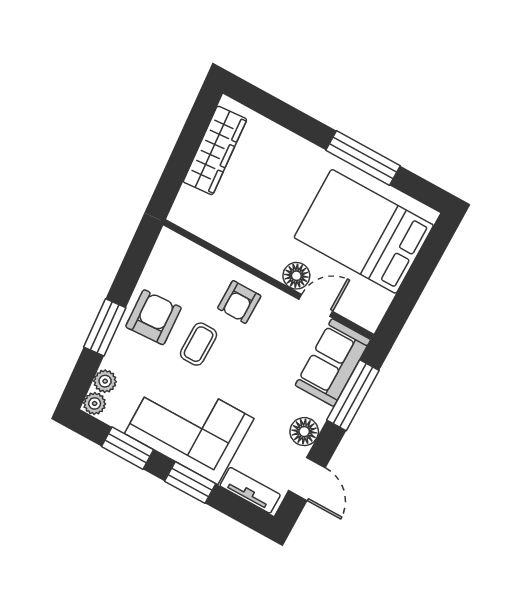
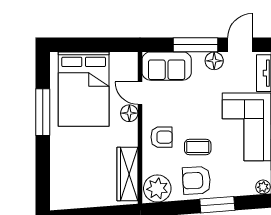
wardrobe: (215, 150) -> (127, 174), moved, turned -86
plant: (105, 381) -> (157, 189), moved, width x1.88, depth x1.88
window: (353, 395) -> (196, 45), moved

